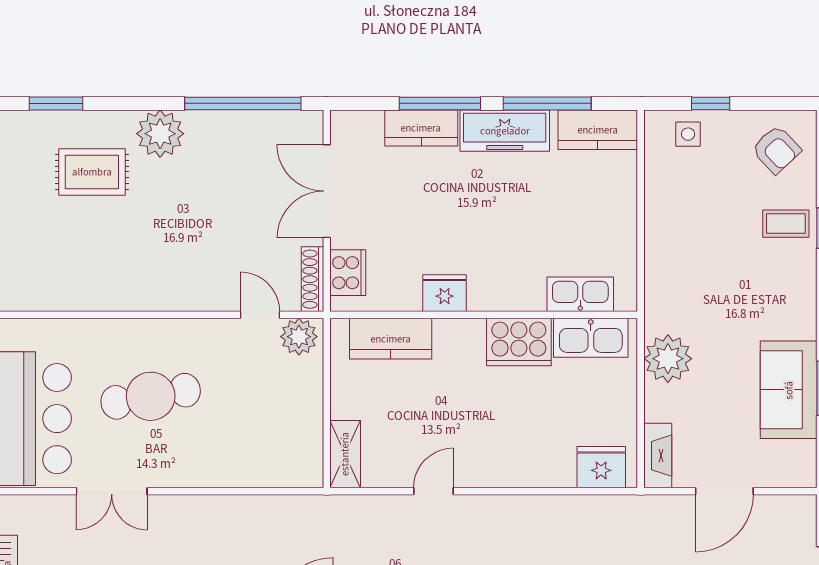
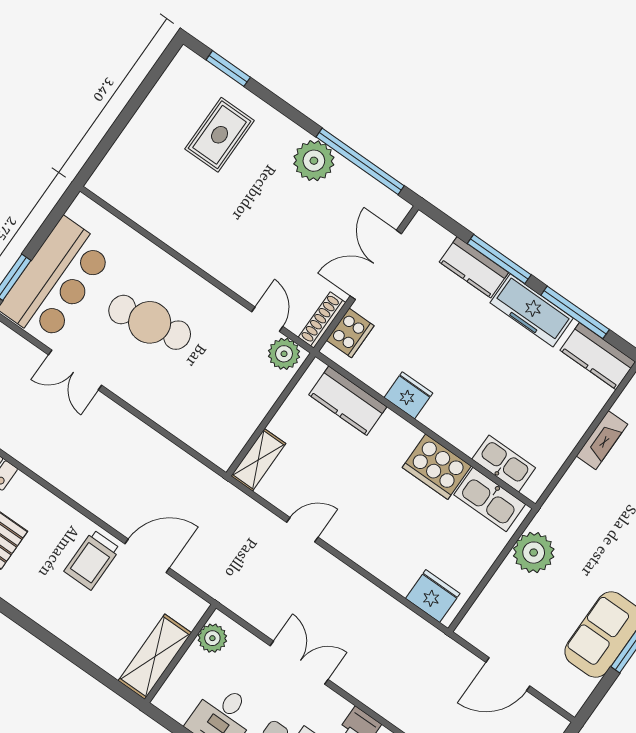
plant: (160, 134) -> (314, 161), moved
rug: (92, 172) -> (220, 135), turned 90
fireplace: (658, 456) -> (602, 440), moved

